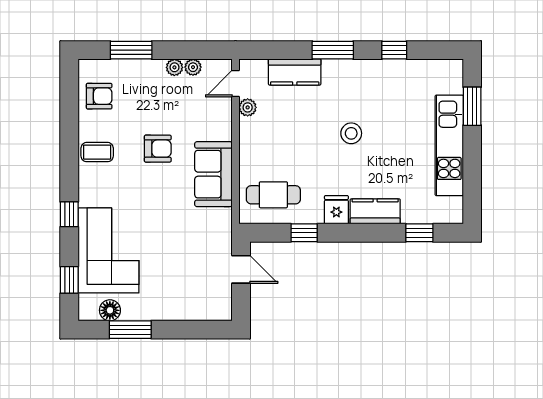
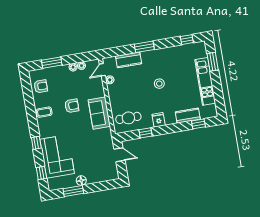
window: (394, 50) -> (187, 40), moved
kitchen counter: (375, 211) -> (188, 116), moved
floor lamp: (110, 310) -> (81, 181), moved

